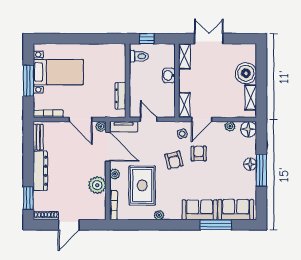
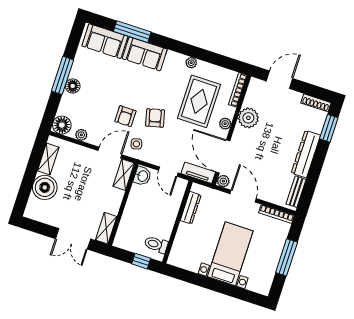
bed with nightstands: (58, 72) -> (230, 254), moved, turned 90
washbasin: (169, 75) -> (142, 176), moved
door: (69, 225) -> (279, 80), moved

